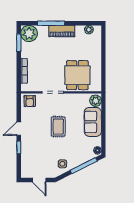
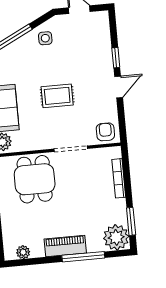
rug: (58, 127) -> (57, 96), turned 90

